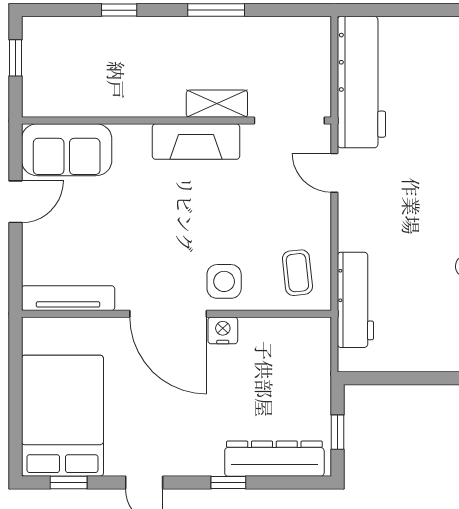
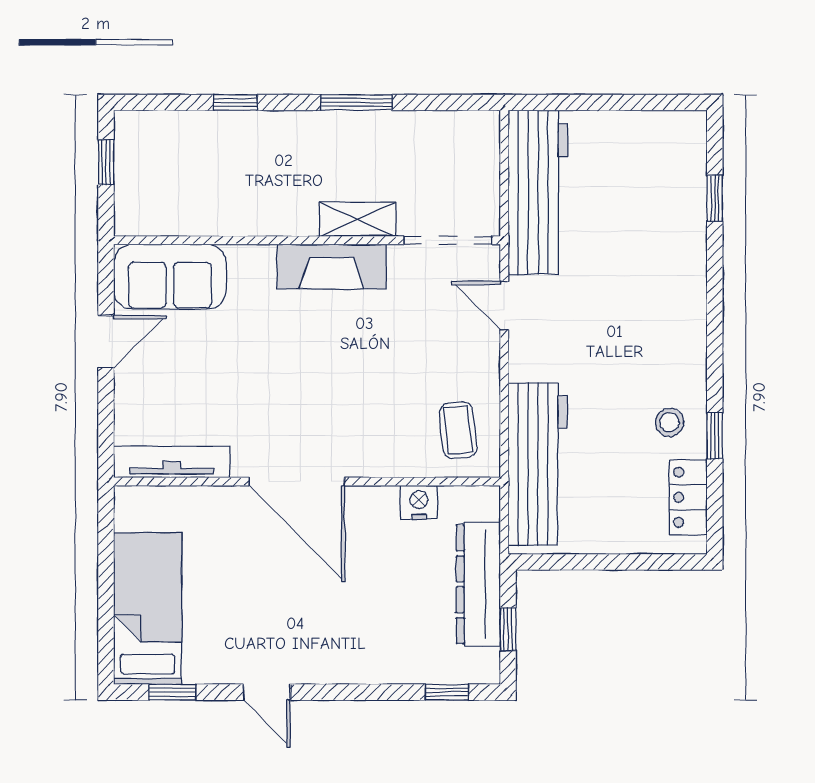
side table: (224, 281) -> (366, 441), removed
workbench: (355, 300) -> (538, 464), width x1.36, depth x1.32
nightstand: (223, 330) -> (419, 502), moved
bed: (62, 416) -> (148, 609), width x0.67
dresser: (274, 459) -> (478, 584), moved, turned -90
window: (228, 482) -> (447, 692), moved

